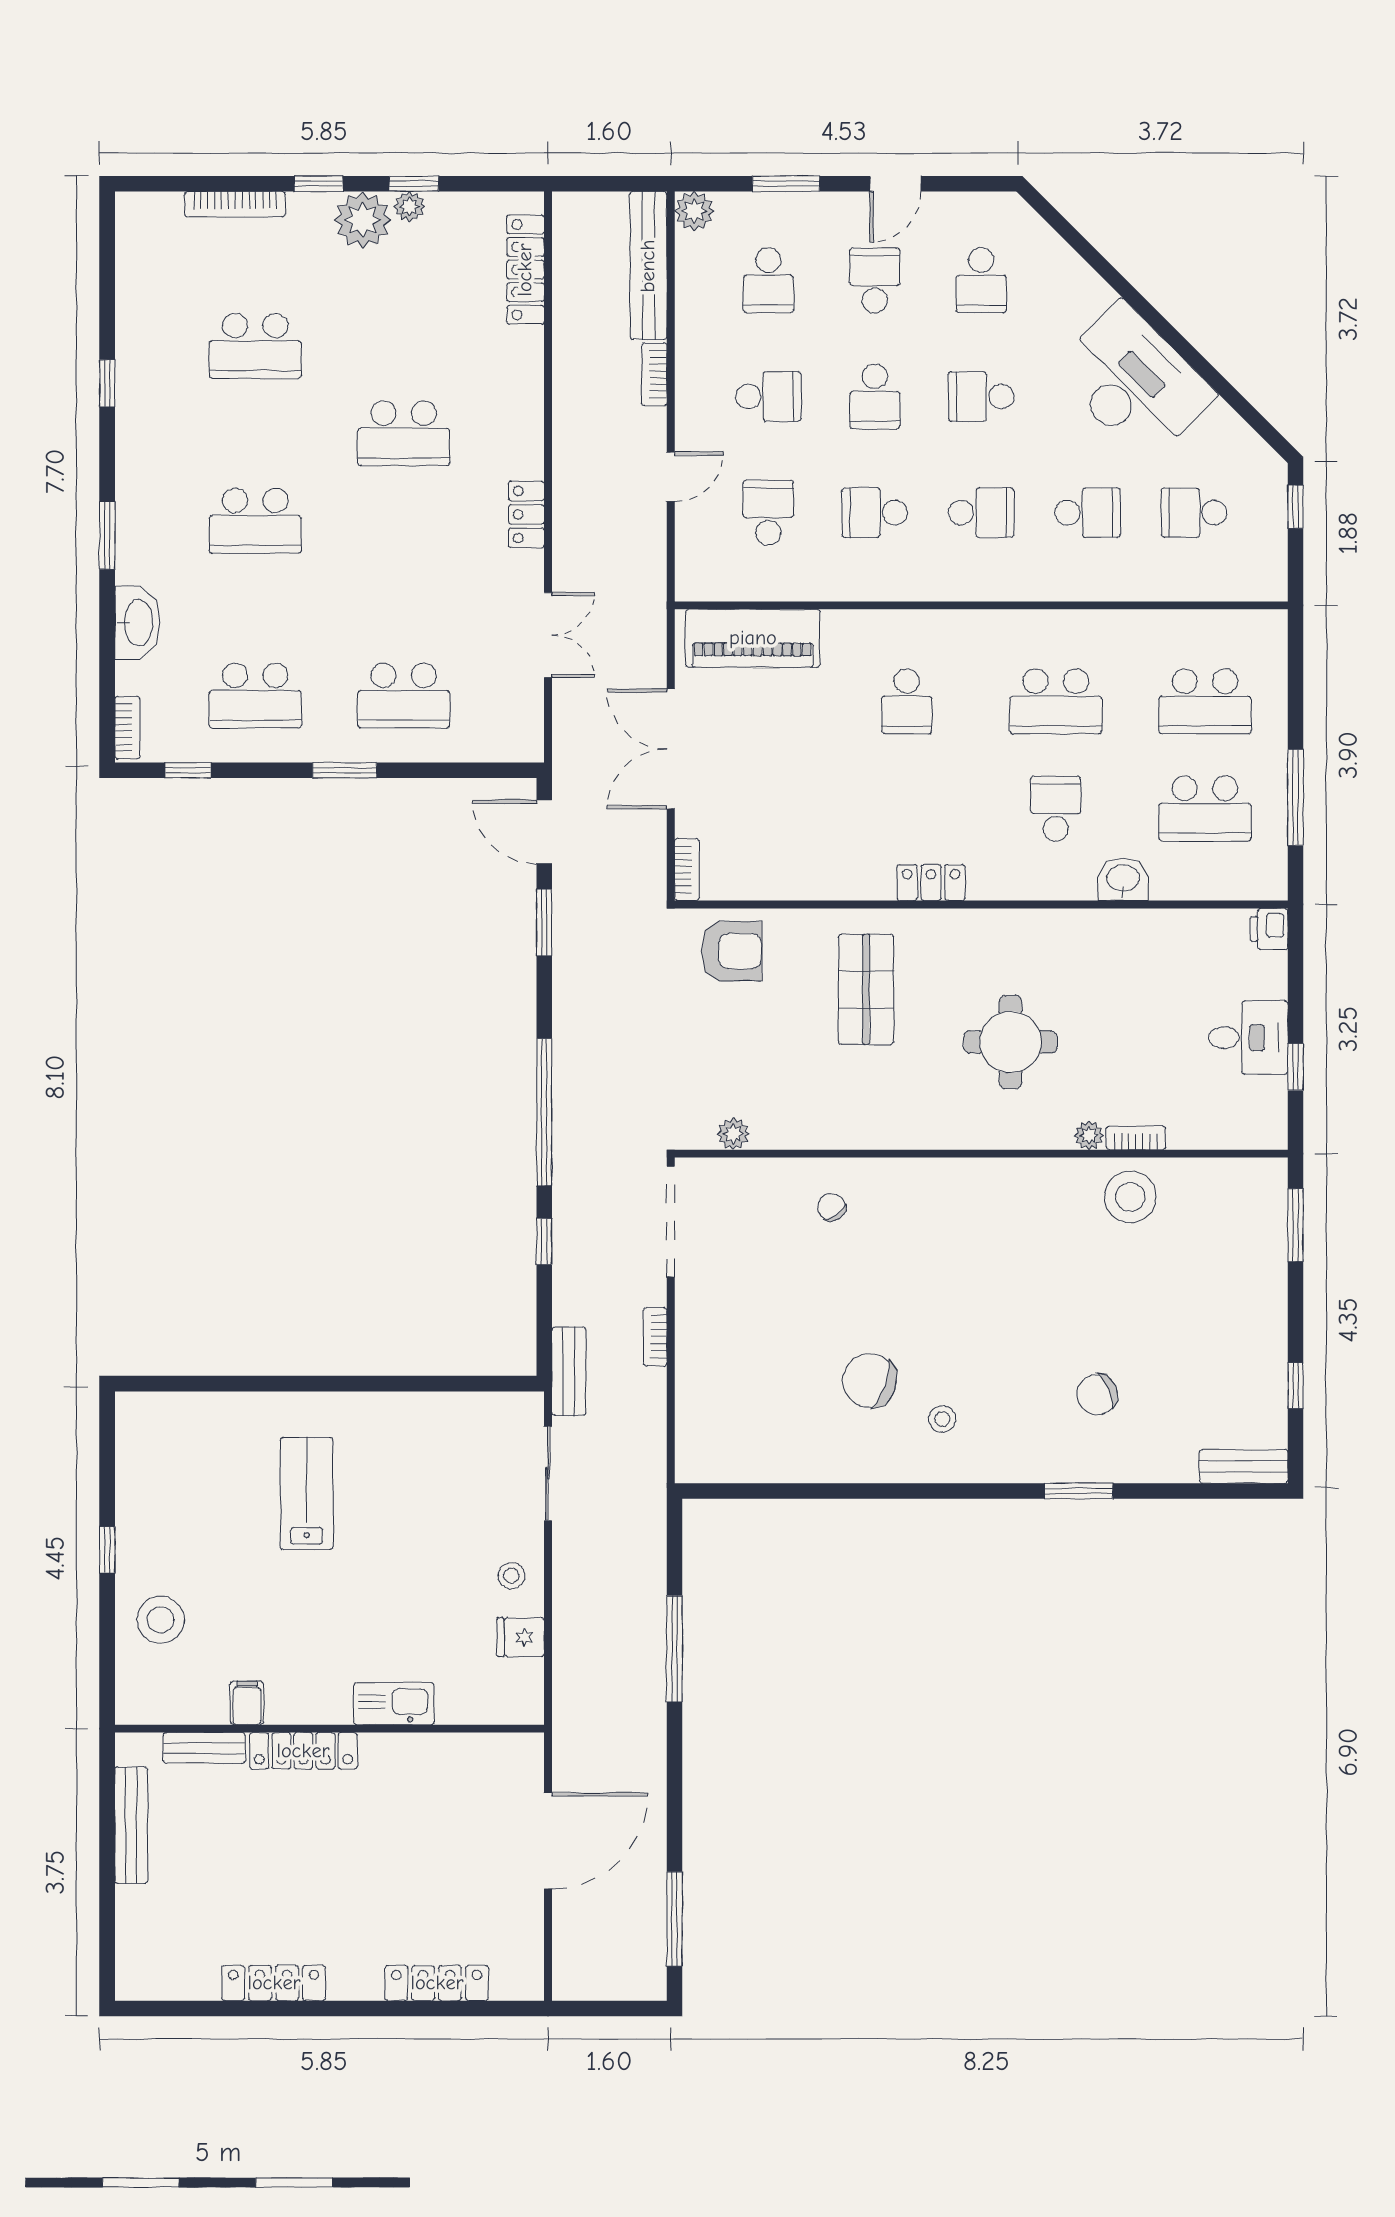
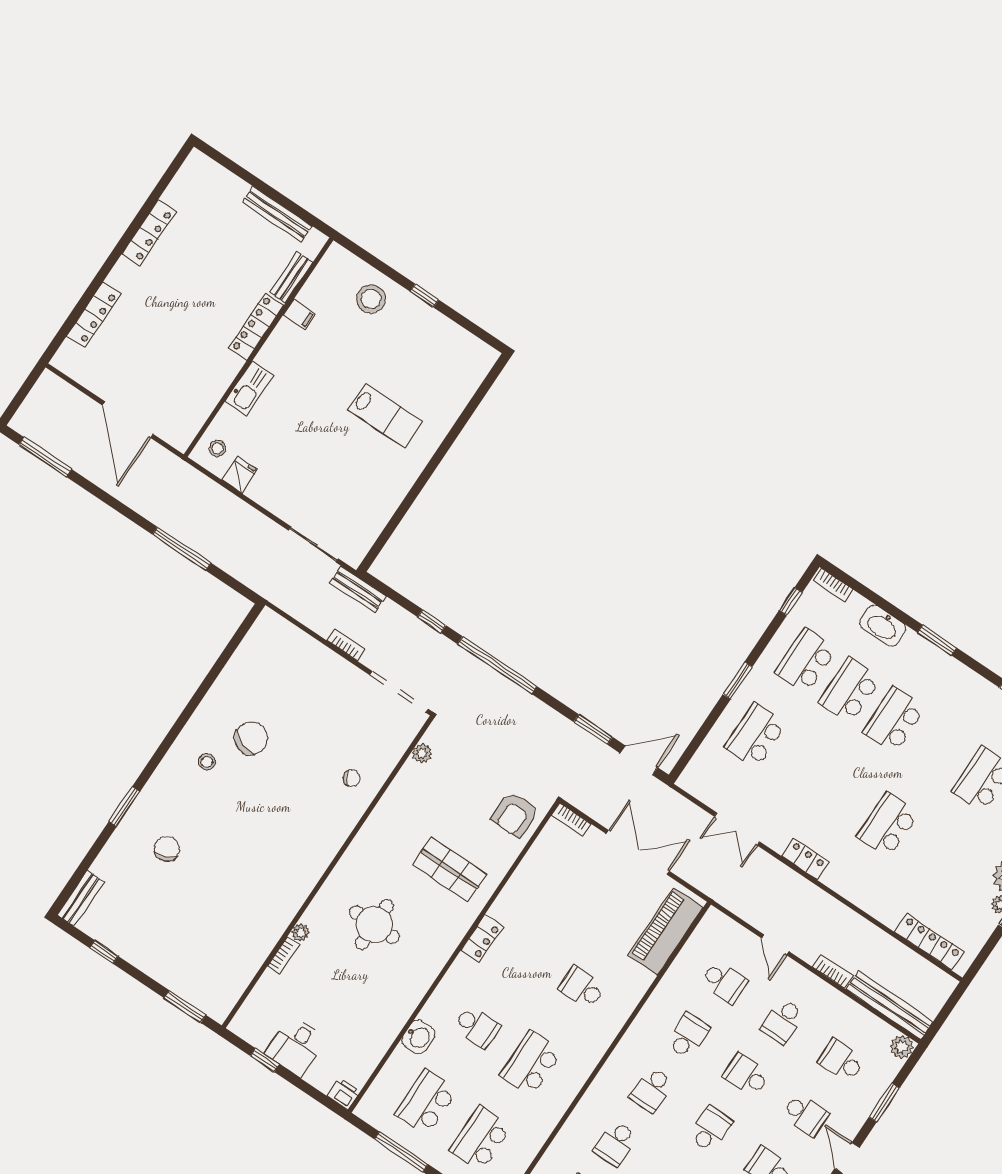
school desk: (255, 608) -> (850, 690), added
stool: (1130, 1197) -> (255, 933), removed
stool: (511, 1576) -> (217, 448), moved

